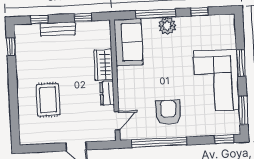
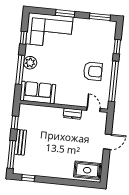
window: (39, 19) -> (12, 155), width x2.17
wardrobe: (104, 65) -> (51, 113), removed
corner sofa: (216, 81) -> (49, 30), moved
rug: (48, 100) -> (87, 170), moved
armchair: (168, 112) -> (93, 71), turned 180
window: (224, 139) -> (117, 47), moved

